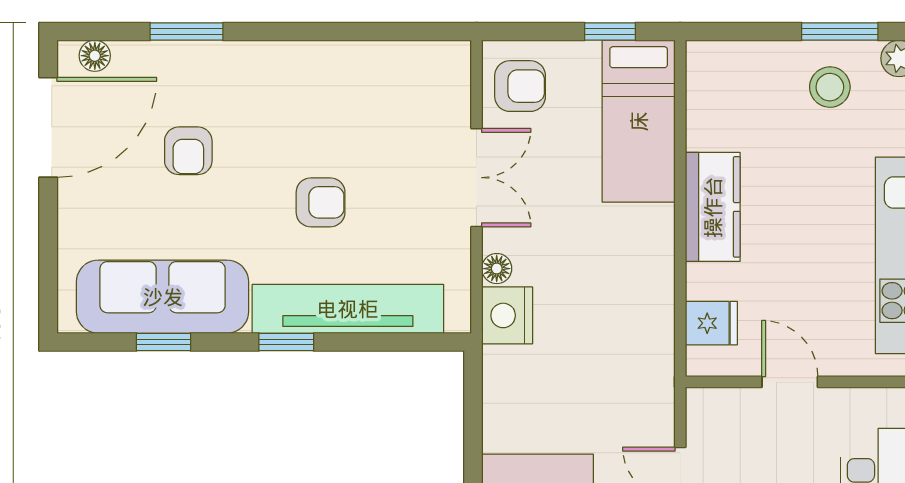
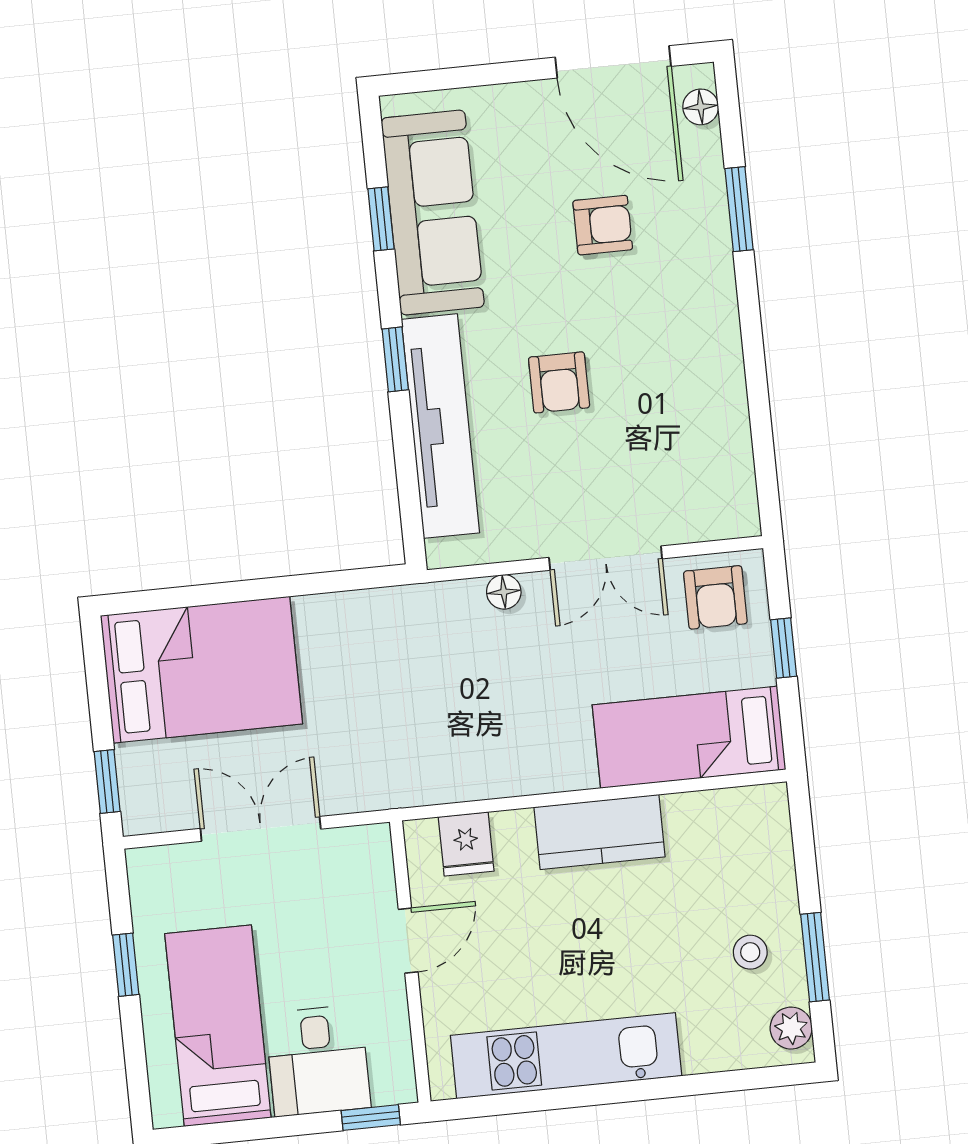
window: (610, 32) -> (784, 648), moved
stool: (830, 87) -> (750, 952), width x0.73, depth x0.73
armchair: (188, 151) -> (603, 225), turned 180
nightstand: (507, 315) -> (451, 609), removed

